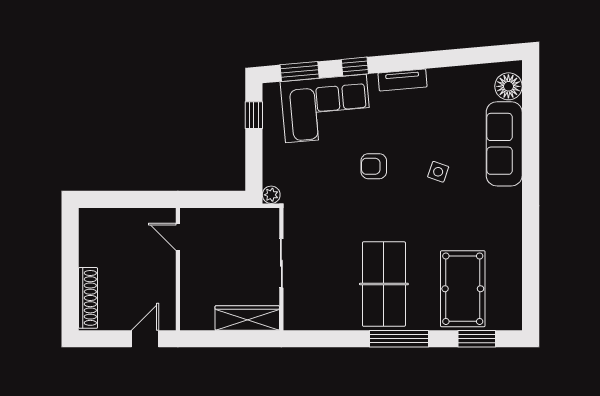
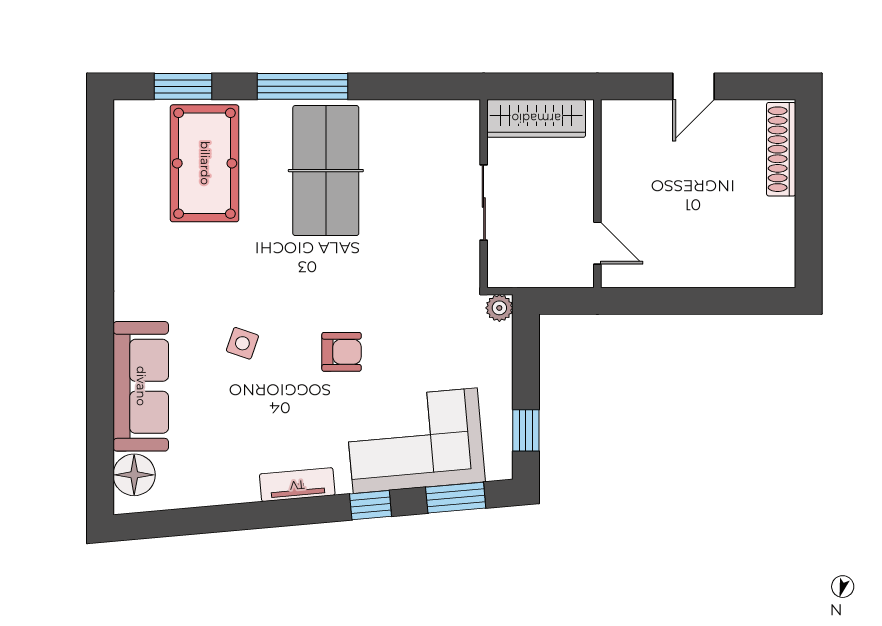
door: (178, 237) -> (597, 243), moved
wall: (178, 269) -> (597, 194), moved

